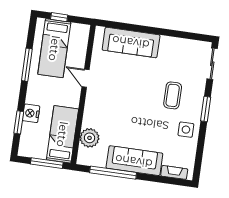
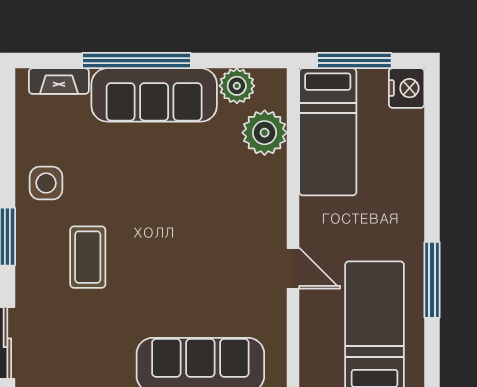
nightstand: (31, 113) -> (407, 88), moved
window: (19, 122) -> (432, 145), removed
plant: (98, 160) -> (237, 86), added
window: (113, 173) -> (136, 61), moved

